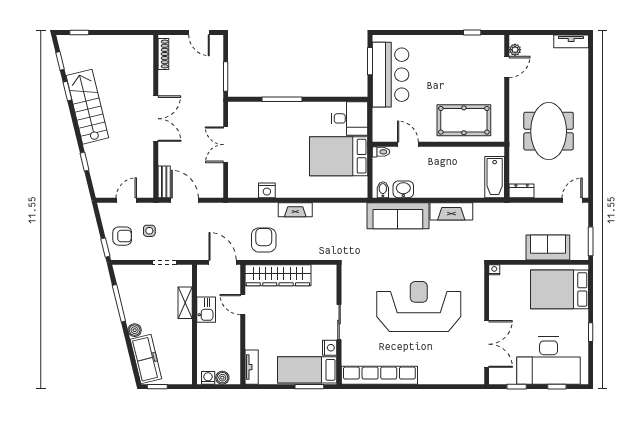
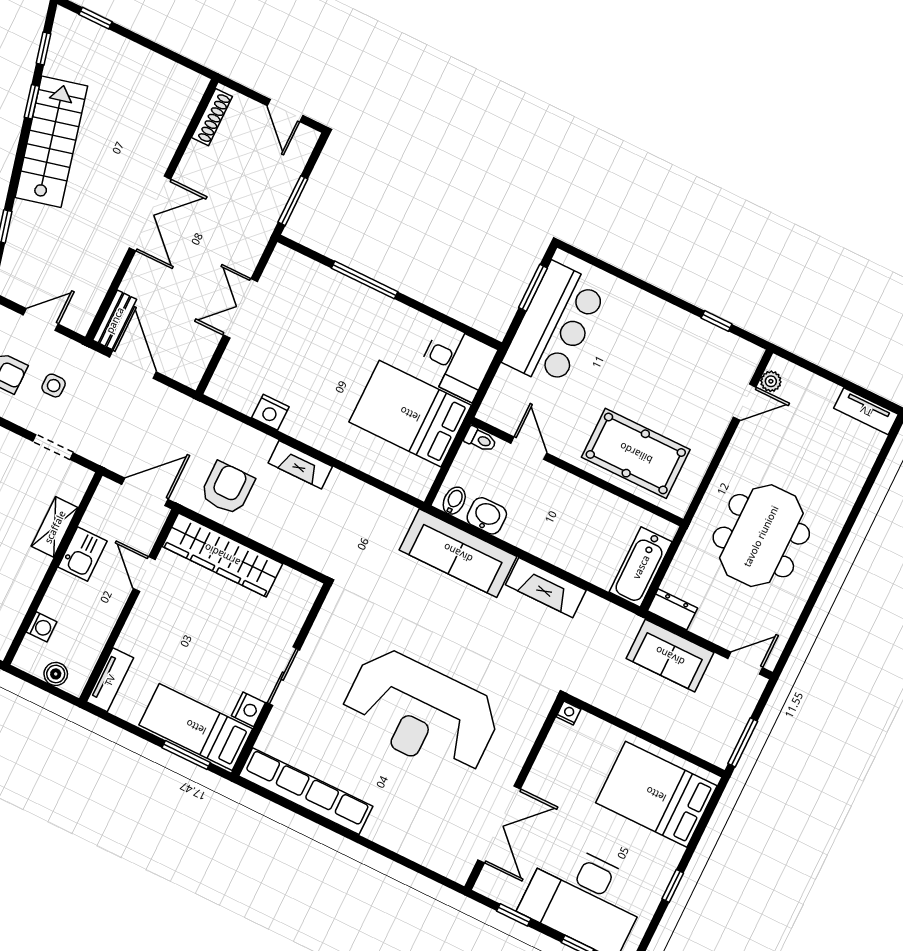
sofa: (548, 247) -> (670, 656), moved, turned 180
door: (223, 262) -> (145, 492), hinge flipped
reception desk: (419, 306) -> (421, 713), turned 180
washing machine: (208, 378) -> (42, 627), moved, turned 90

